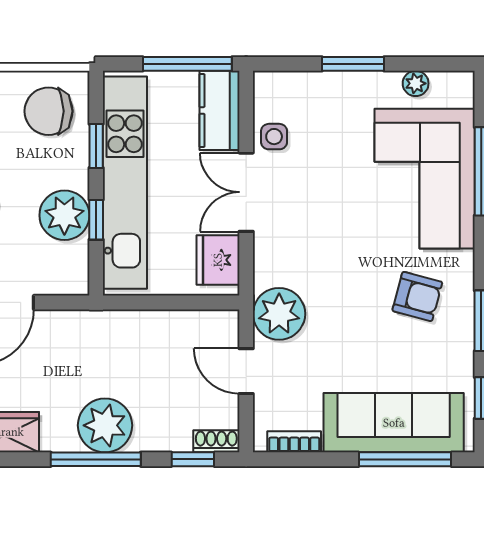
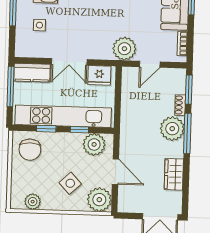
side table: (274, 137) -> (39, 25), moved
plant: (64, 215) -> (94, 144), moved
shoe rack: (216, 441) -> (180, 105), moved
window: (193, 459) -> (189, 90), width x1.50

